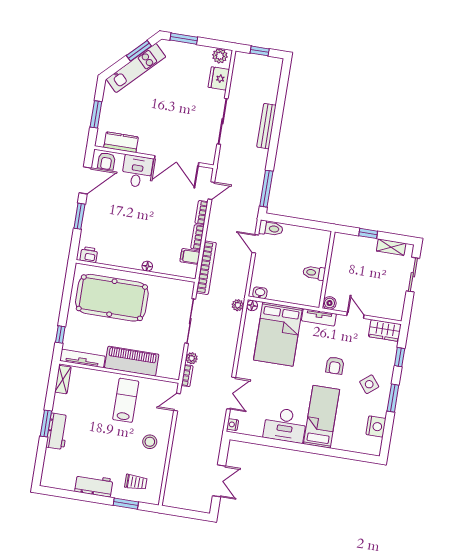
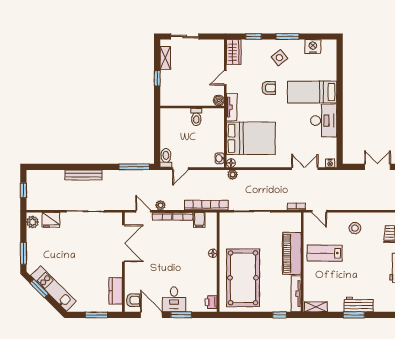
desk: (137, 171) -> (174, 299), moved, turned -90
plant: (192, 358) -> (161, 205), moved

